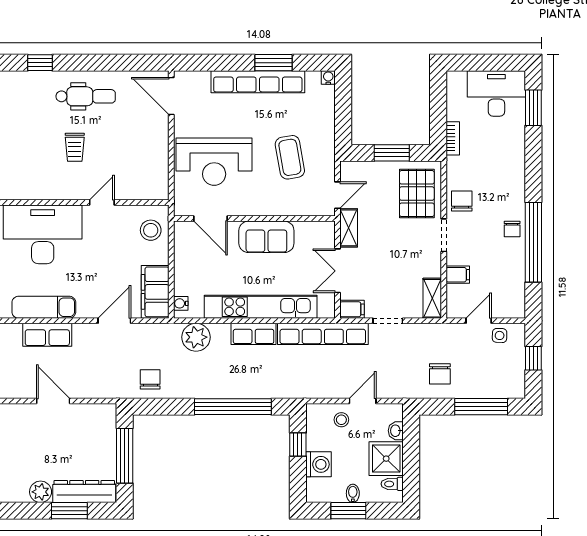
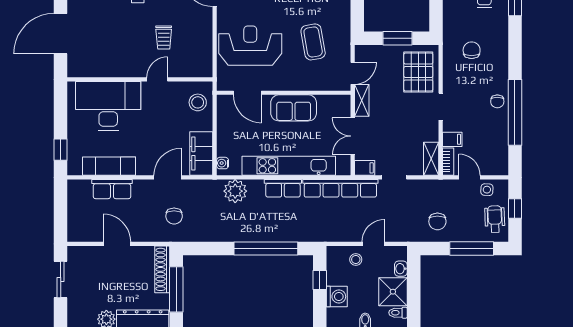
bookcase: (453, 138) -> (448, 162), moved
trolley: (75, 147) -> (164, 37), moved
reception desk: (214, 162) -> (250, 46), turned 180
chair: (462, 201) -> (472, 50), moved
door: (479, 321) -> (470, 177), hinge flipped
wheelchair: (509, 371) -> (495, 219), added
chair: (150, 379) -> (174, 216), moved, turned 180
shoe rack: (108, 432) -> (162, 269), added

